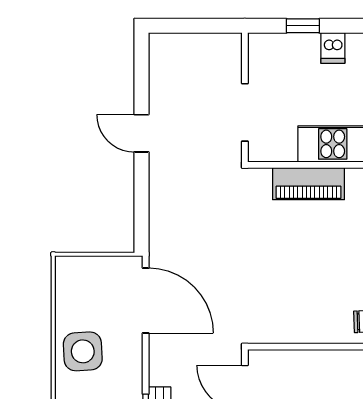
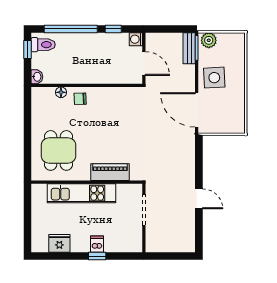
window: (303, 26) -> (97, 256), moved
side table: (83, 351) -> (214, 78), moved

